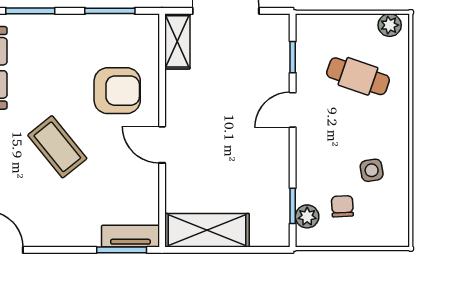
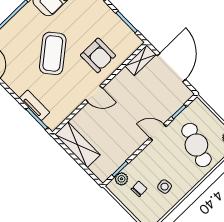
cafe table: (358, 76) -> (196, 145), width x1.37, depth x1.35
door: (162, 145) -> (94, 94), swing flipped
coffee table: (57, 147) -> (53, 53), width x1.36, depth x1.32
tv unit: (130, 236) -> (34, 105), moved

